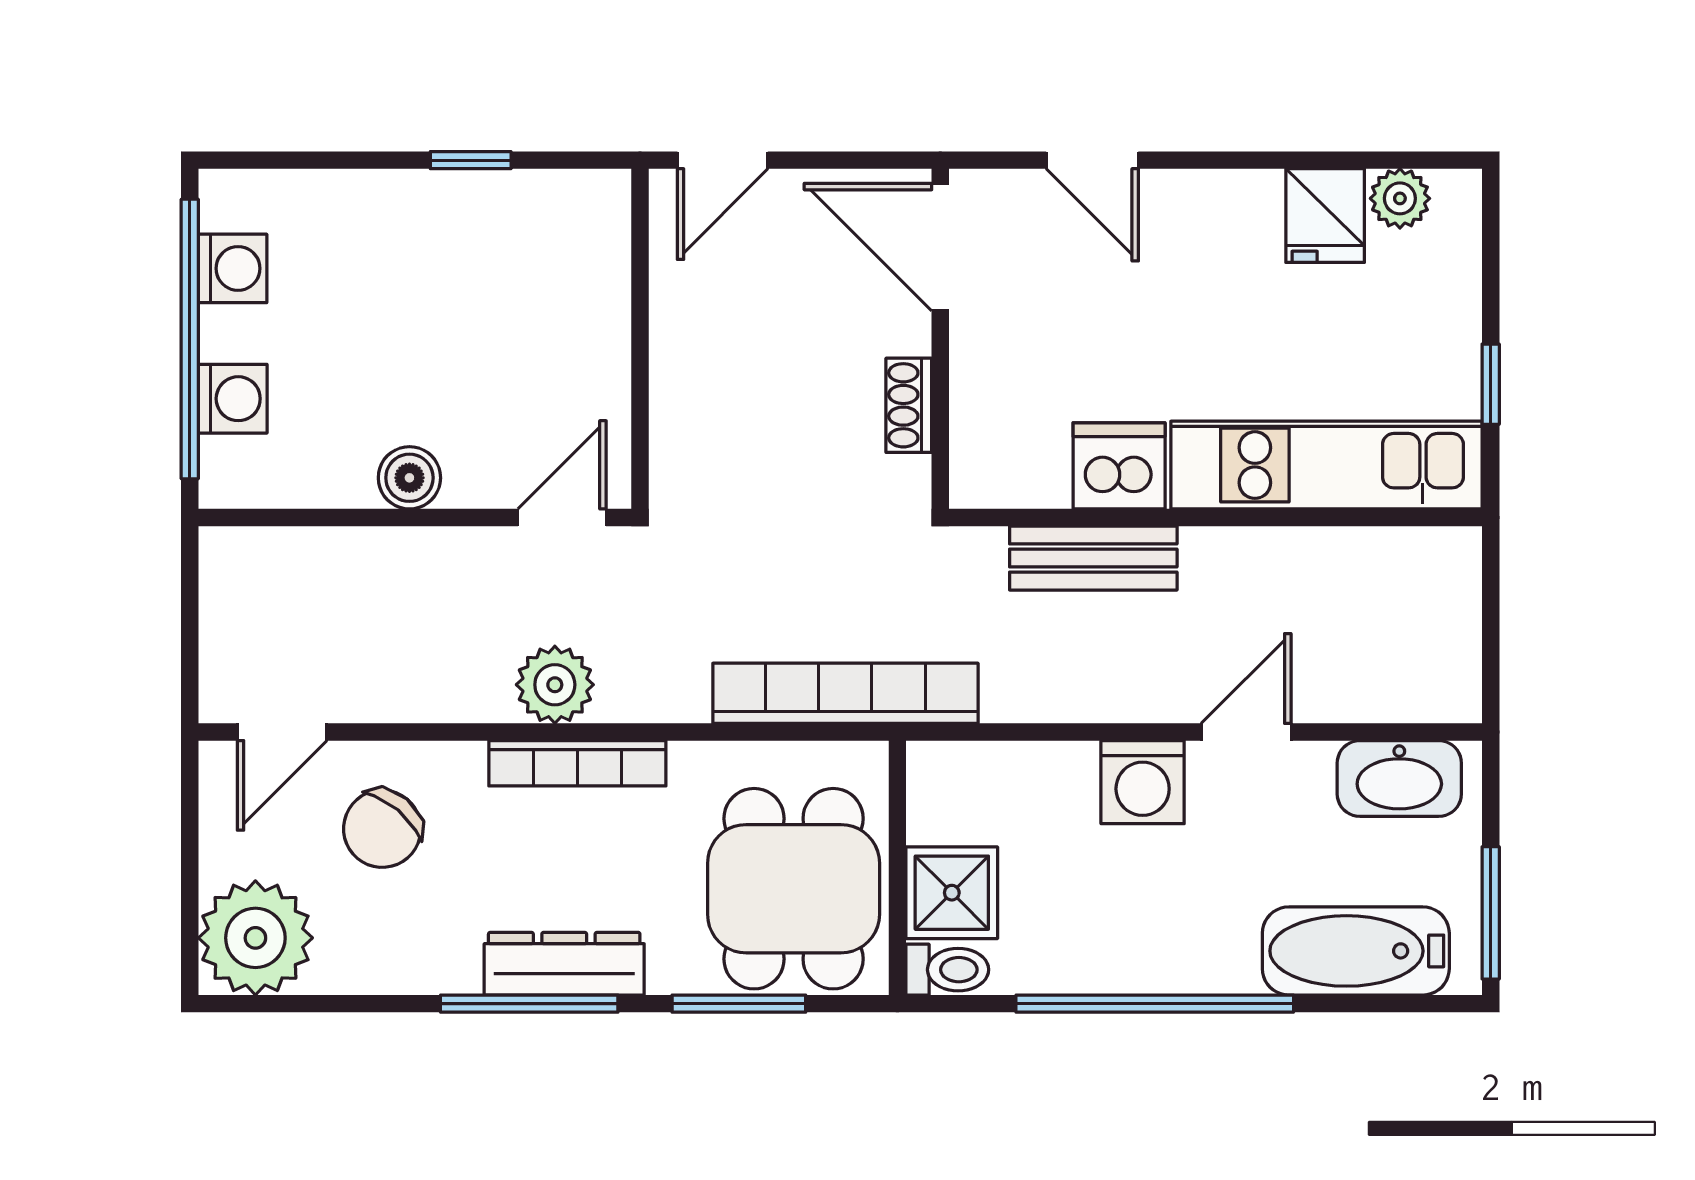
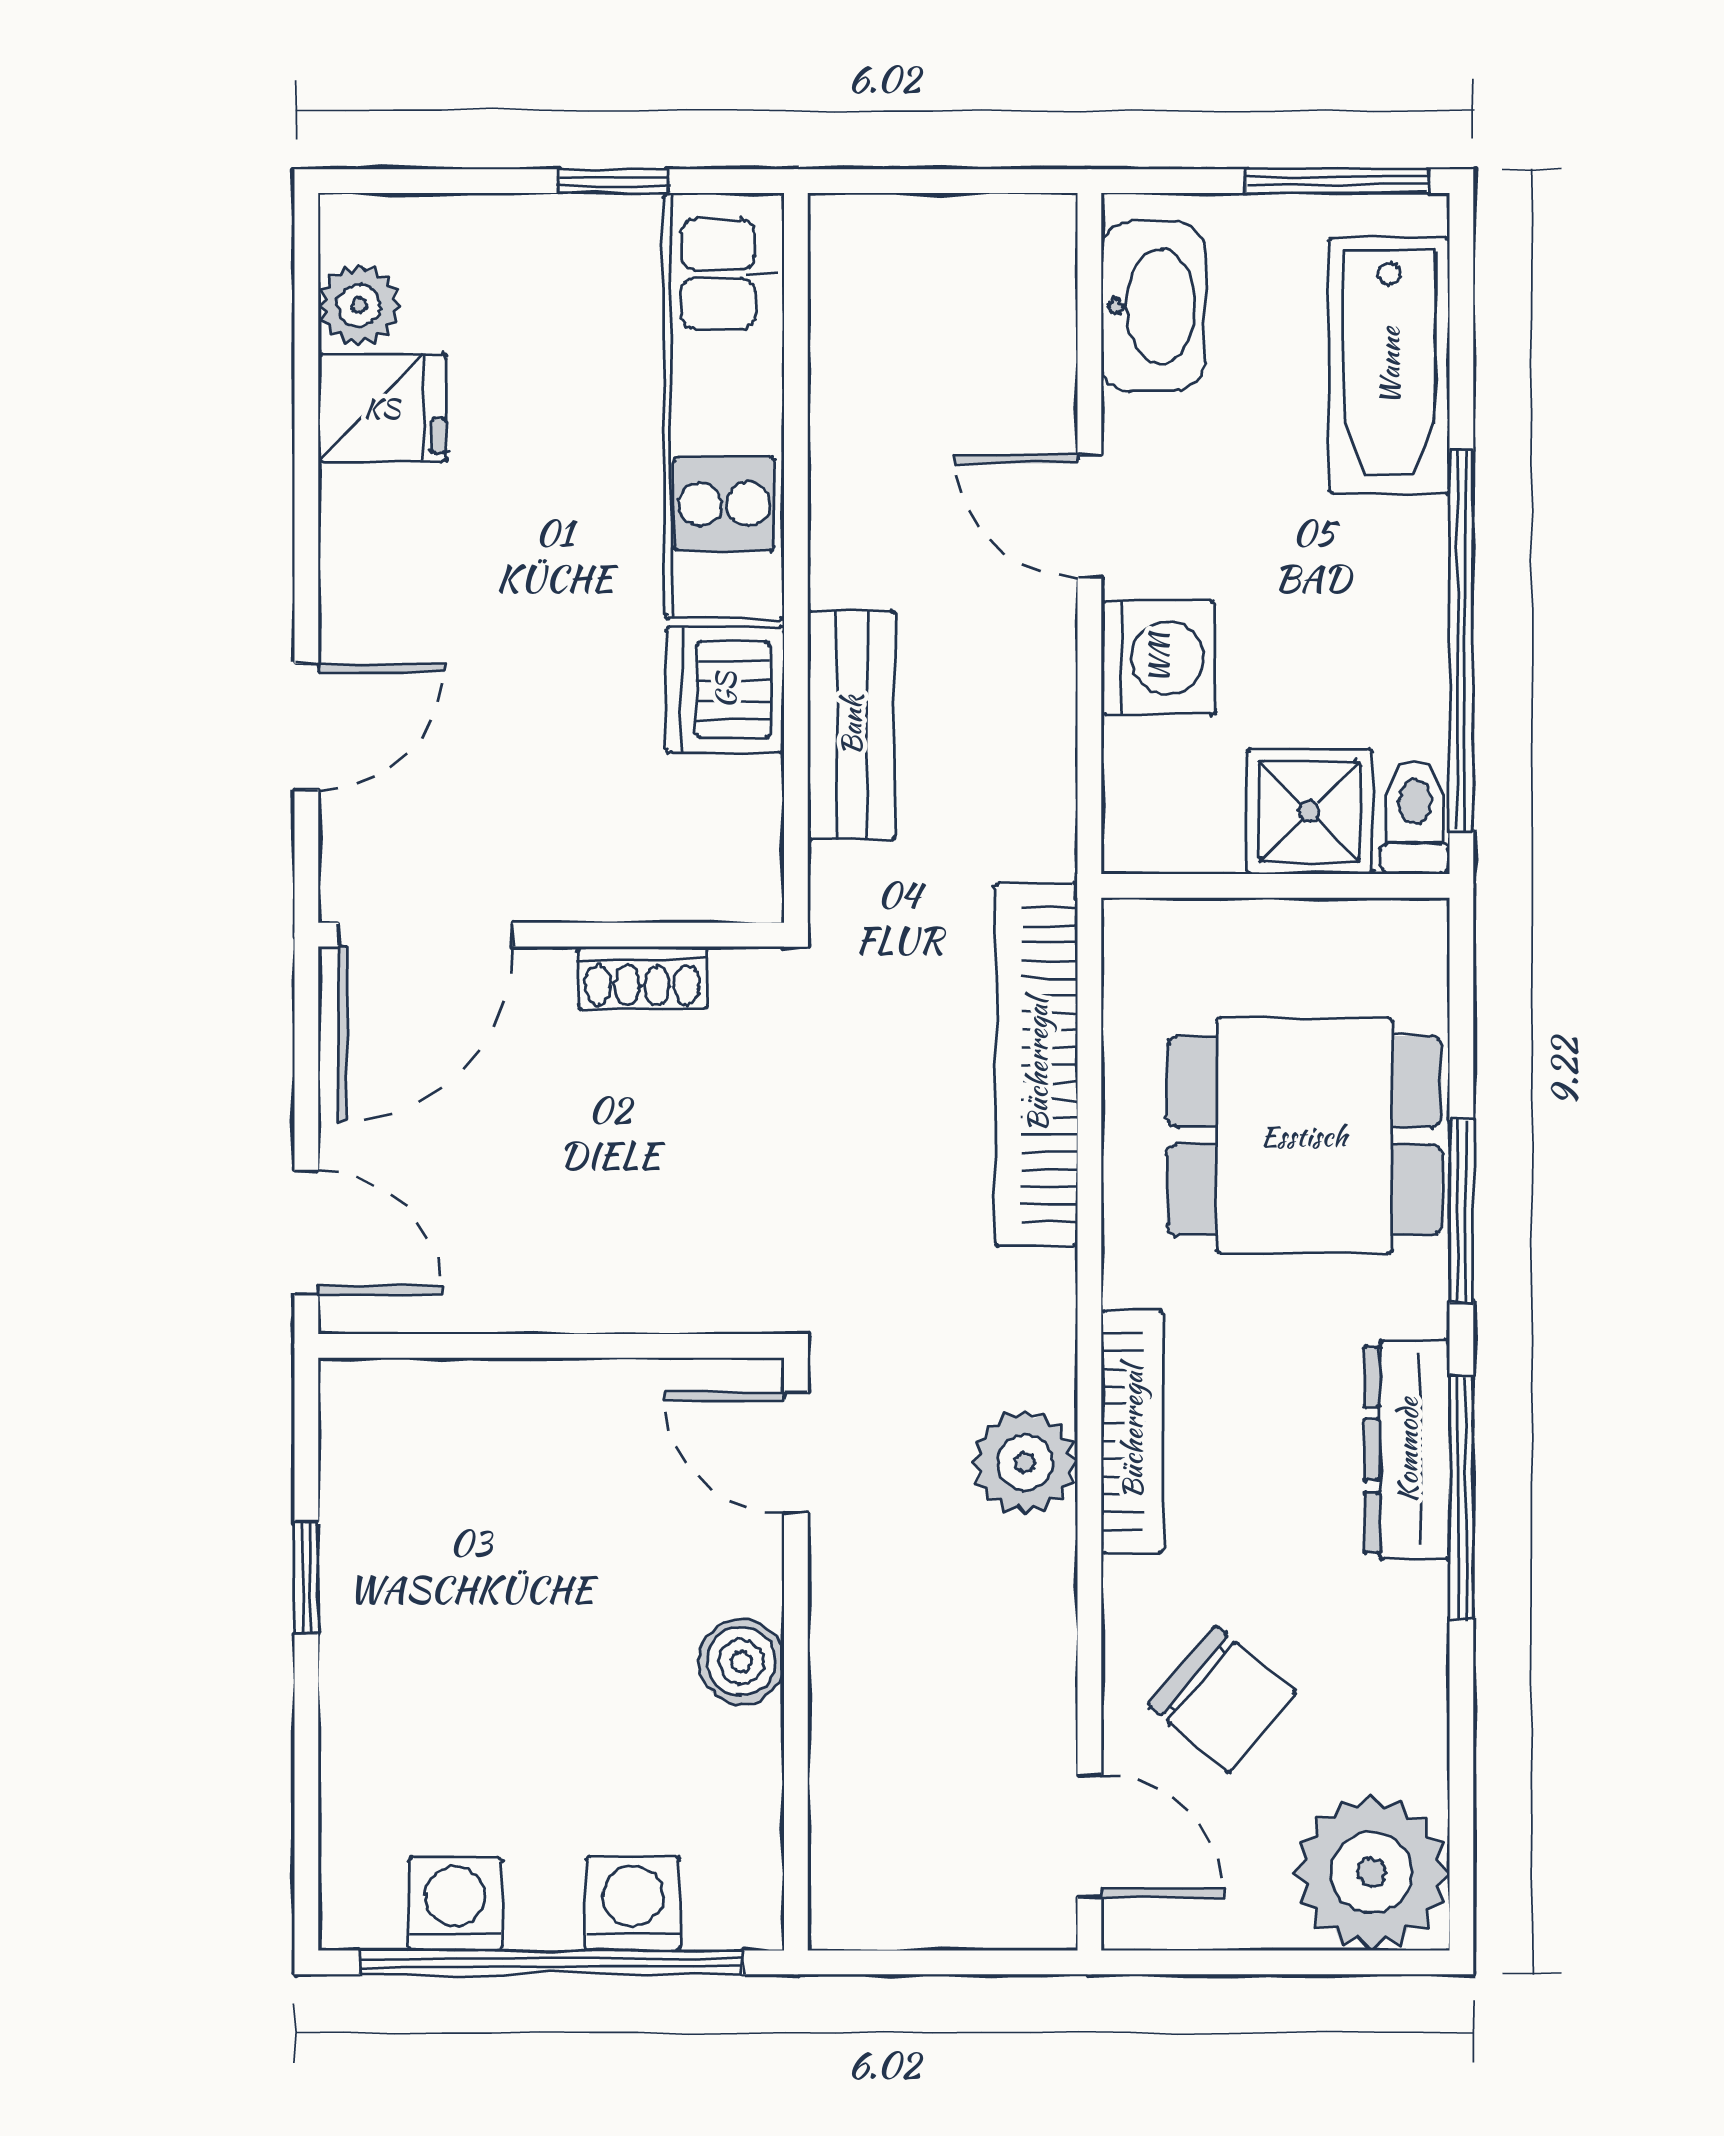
wall: (897, 868) -> (1275, 886), moved
shower: (952, 893) -> (1310, 811), moved
toilet: (947, 970) -> (1415, 817), moved

